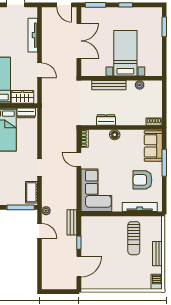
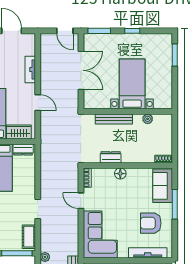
tv unit: (33, 35) -> (30, 70), width x0.71

